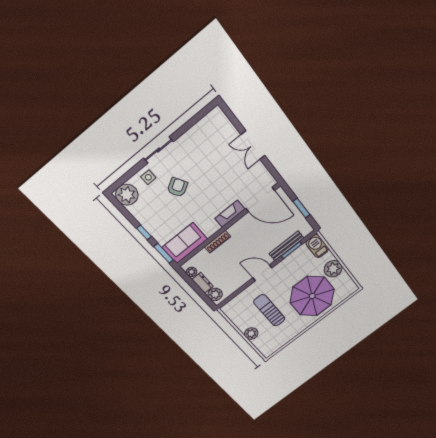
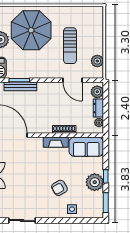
sliding door: (158, 150) -> (22, 221), moved
plant: (127, 195) -> (95, 182), moved
fireplace: (230, 214) -> (56, 142), moved
window: (164, 253) -> (106, 203), moved
door: (262, 273) -> (72, 80), moved
plant: (251, 334) -> (97, 61), moved

